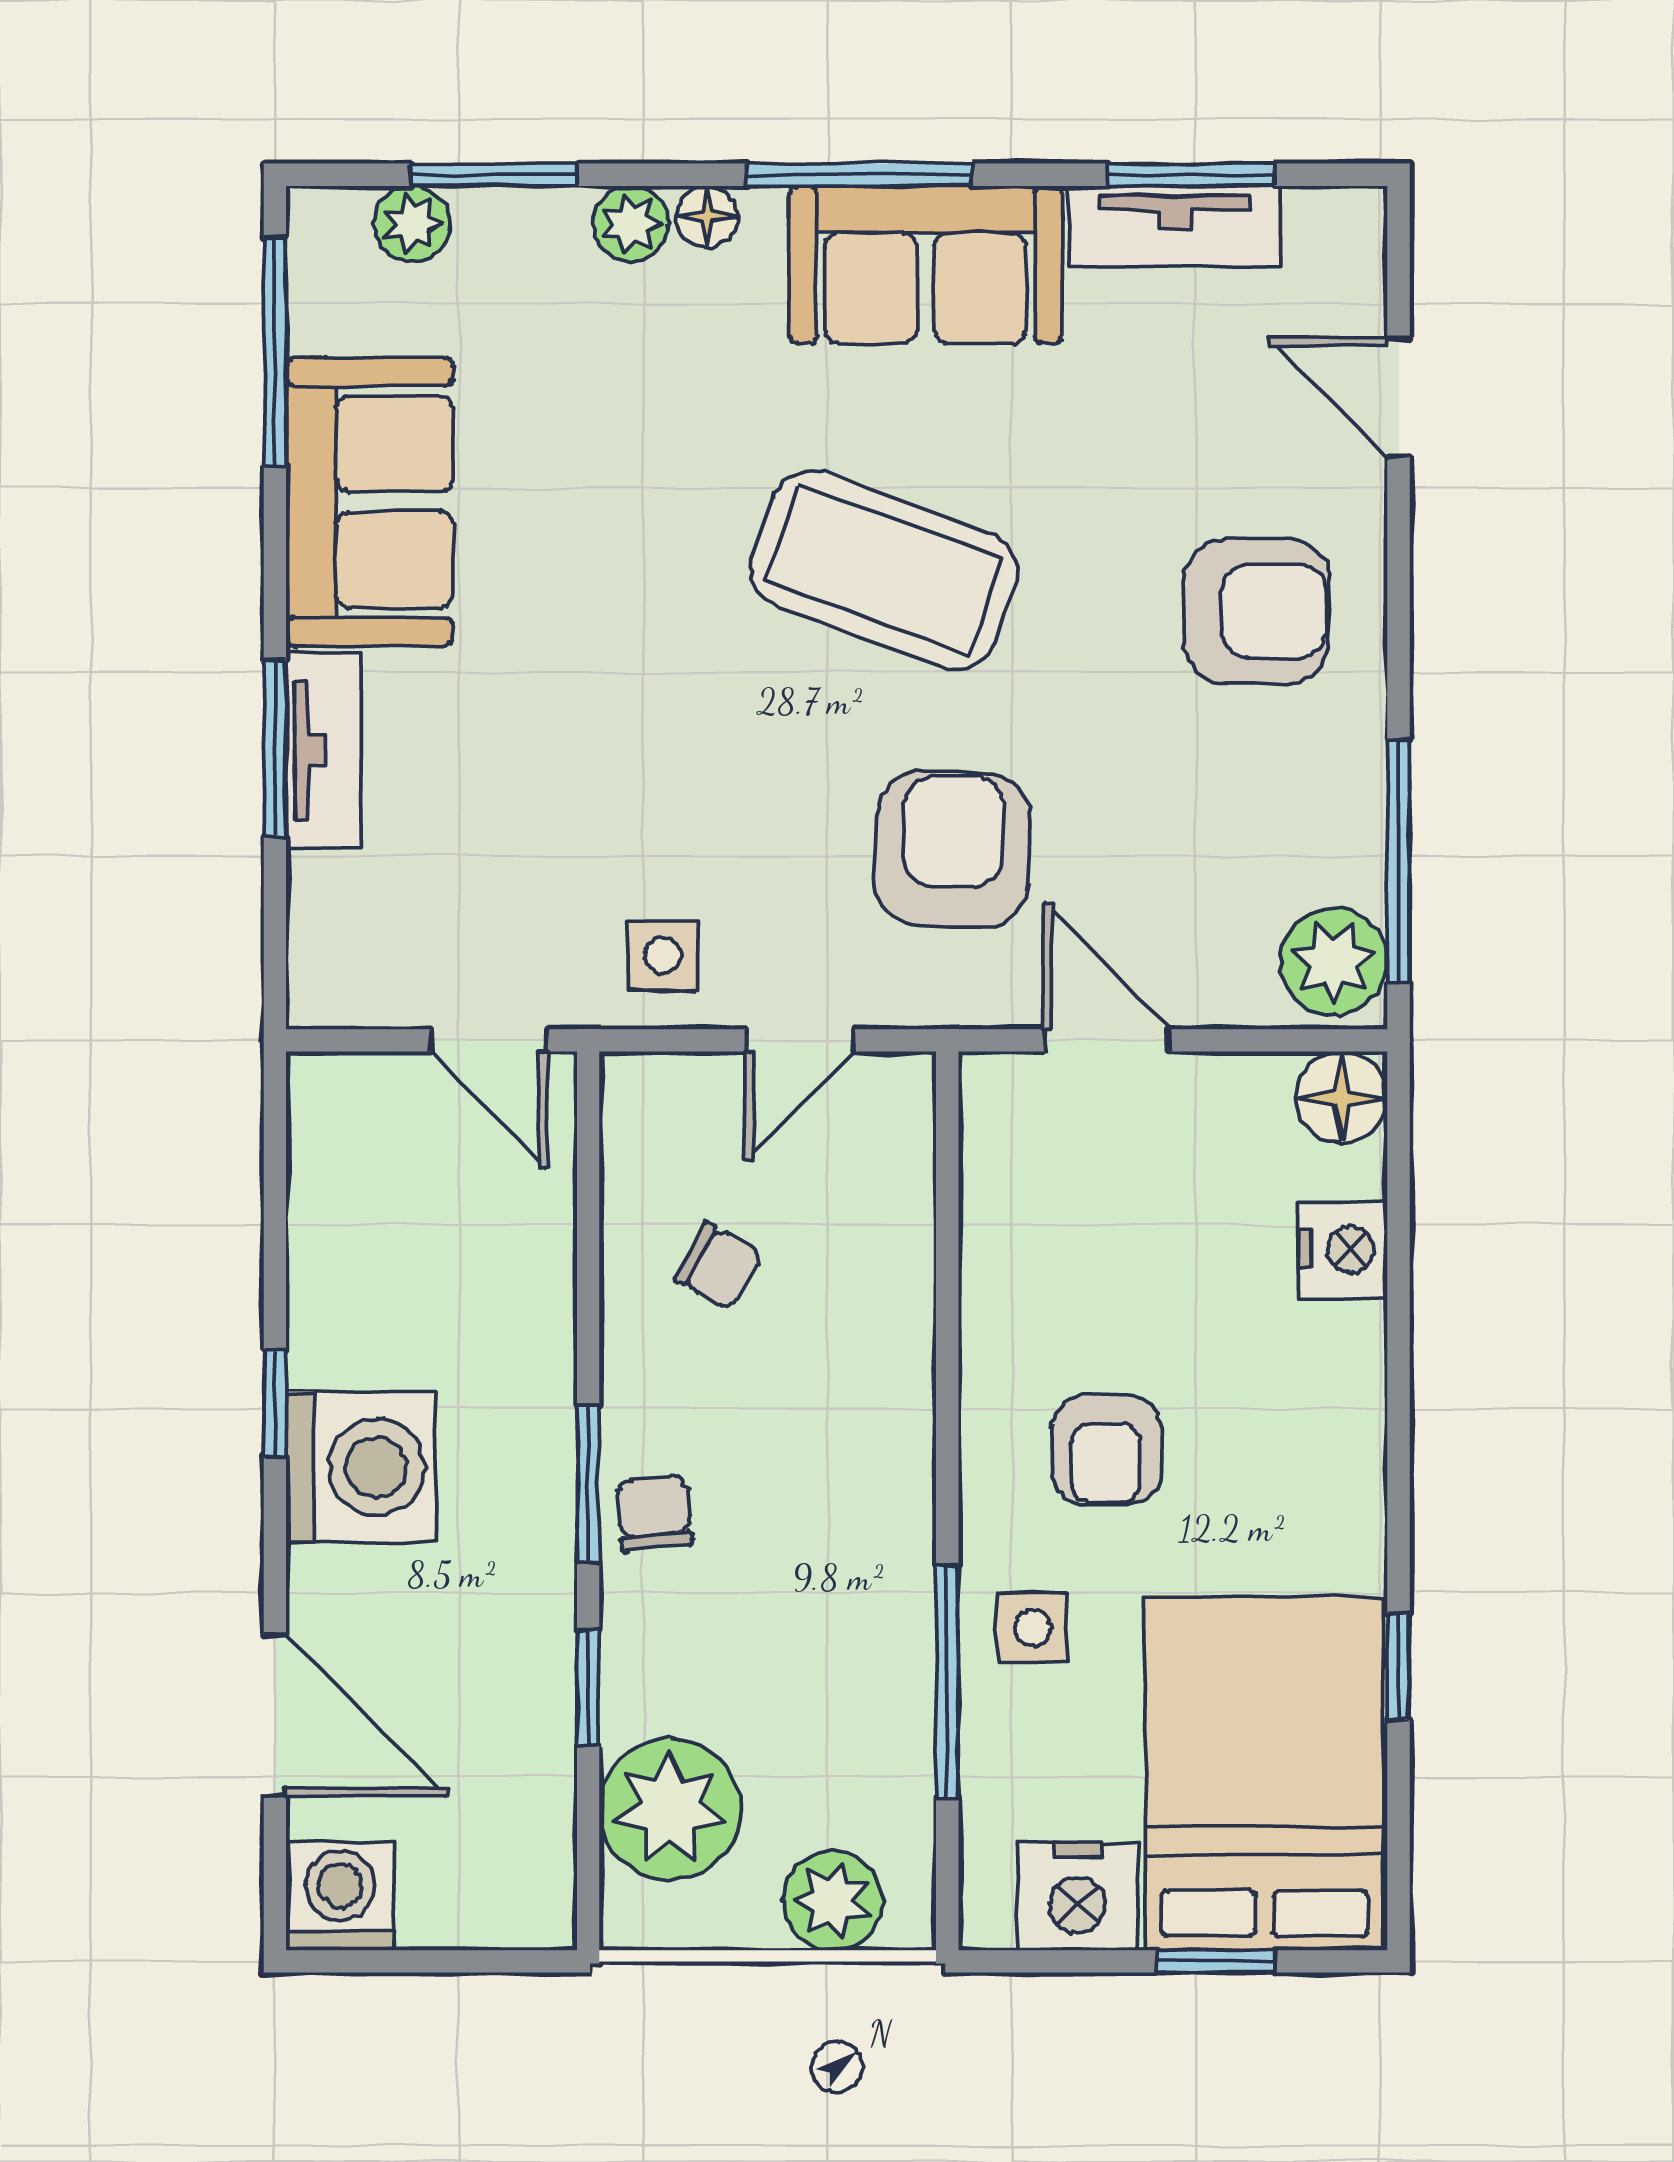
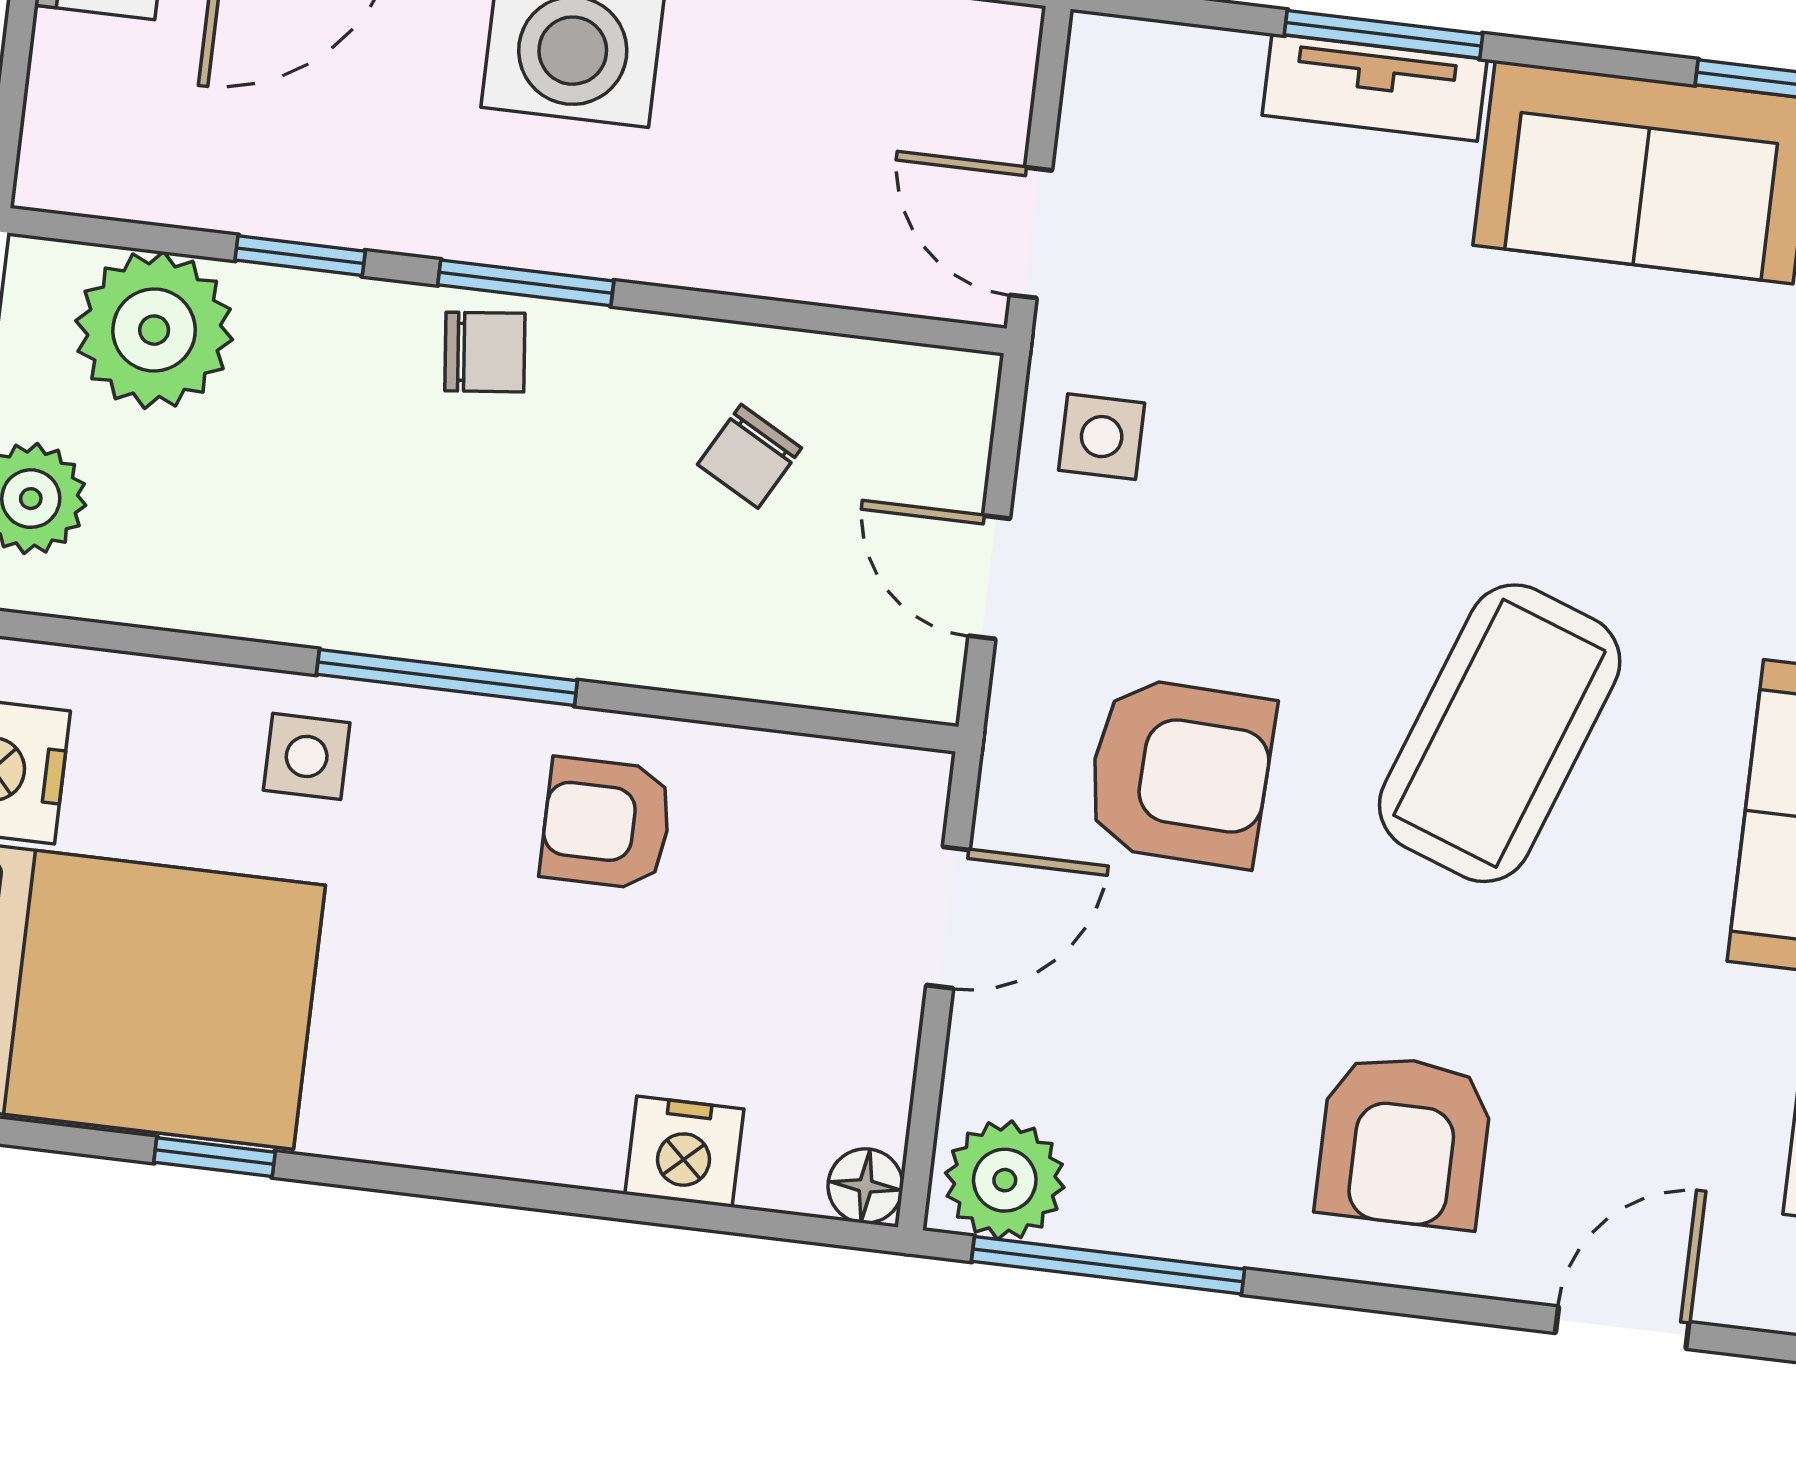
door: (489, 1040) -> (1031, 233), hinge flipped
floor lamp: (1342, 1097) -> (866, 1186), width x0.73, depth x0.73
armchair: (1106, 1450) -> (606, 823), moved
window: (947, 1682) -> (447, 678), moved

